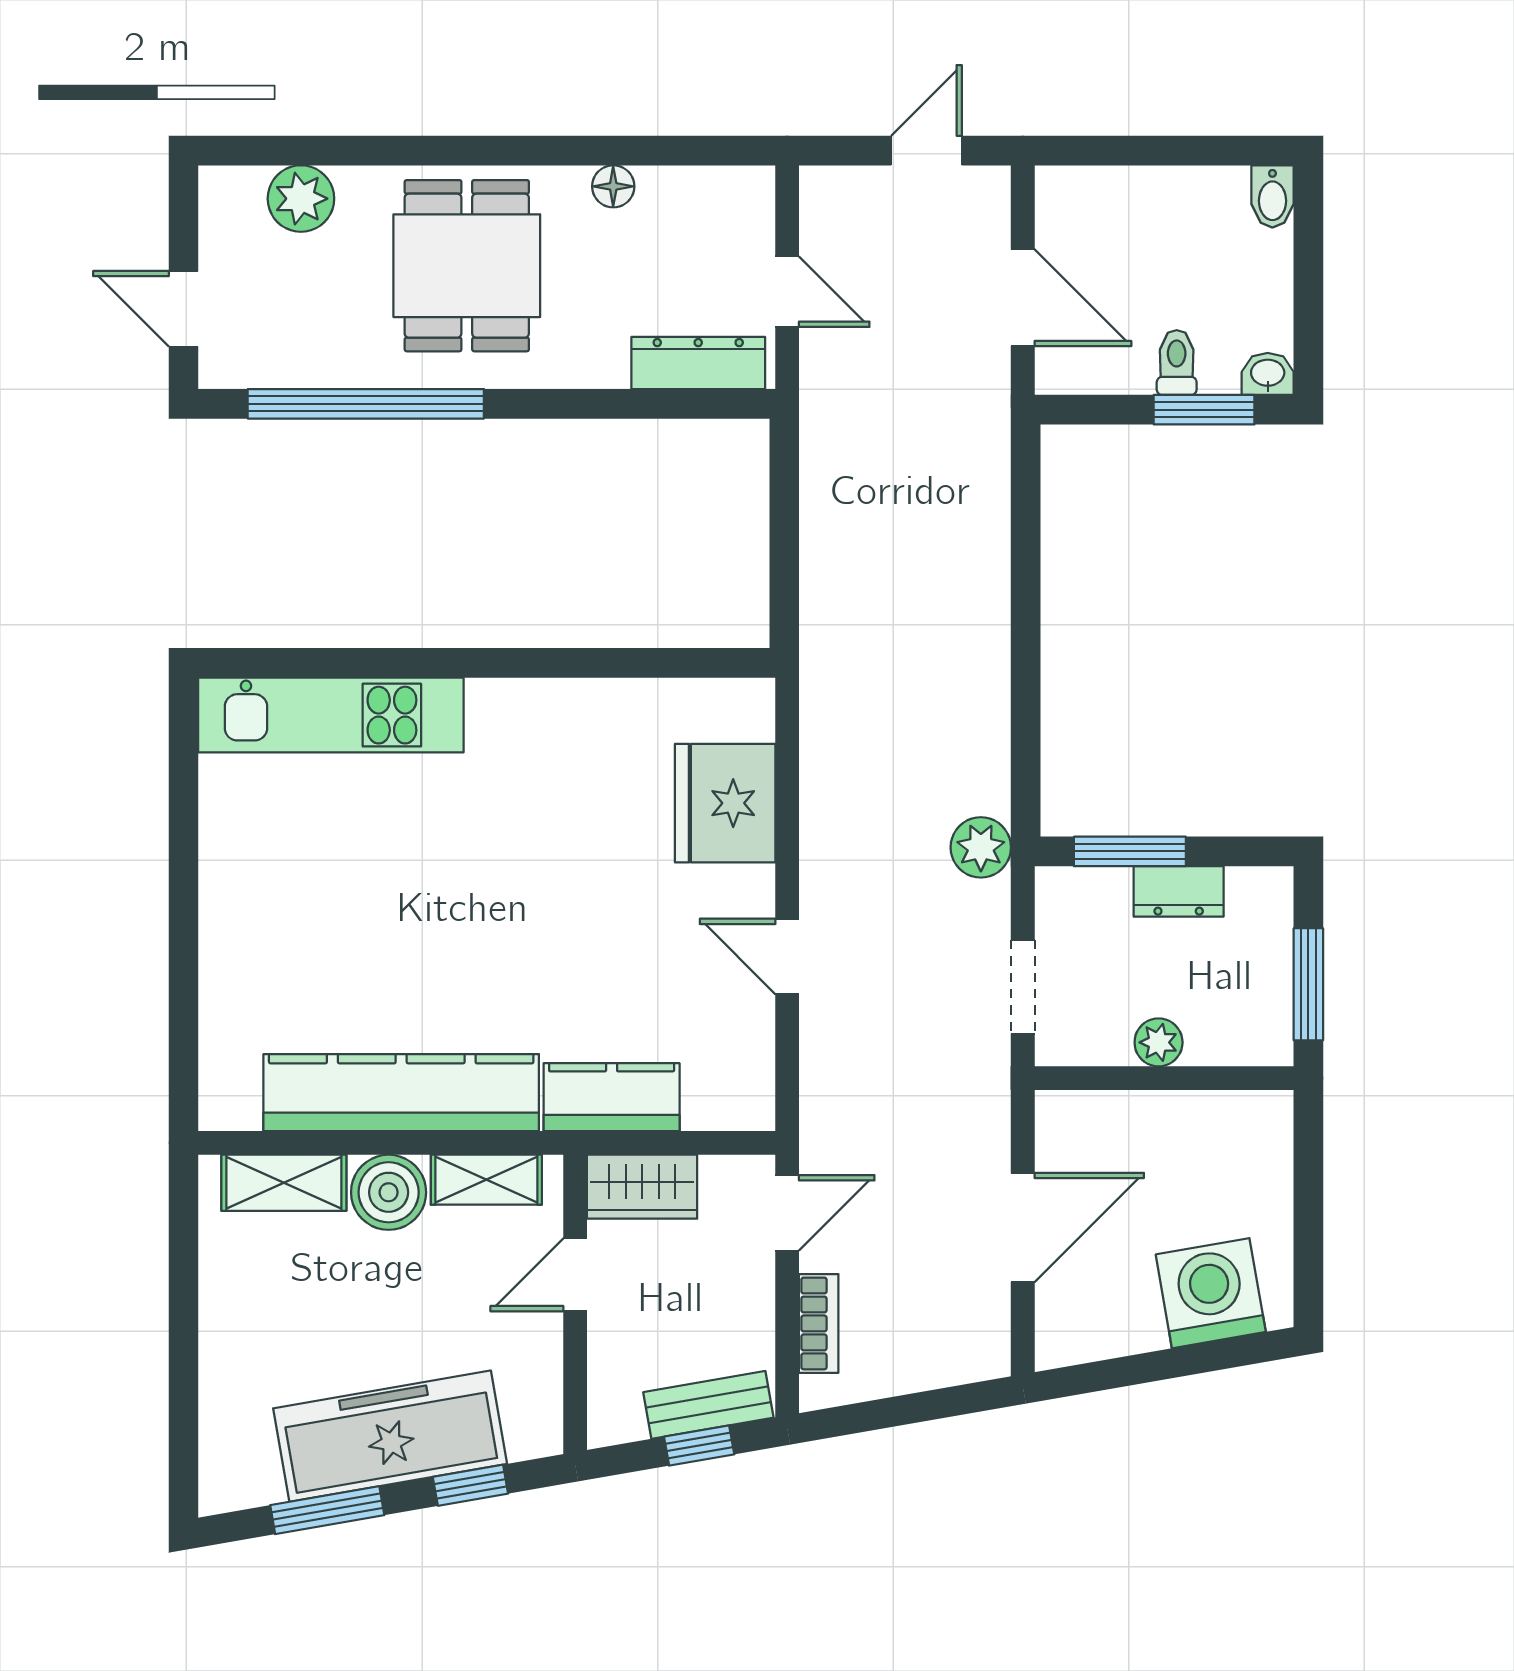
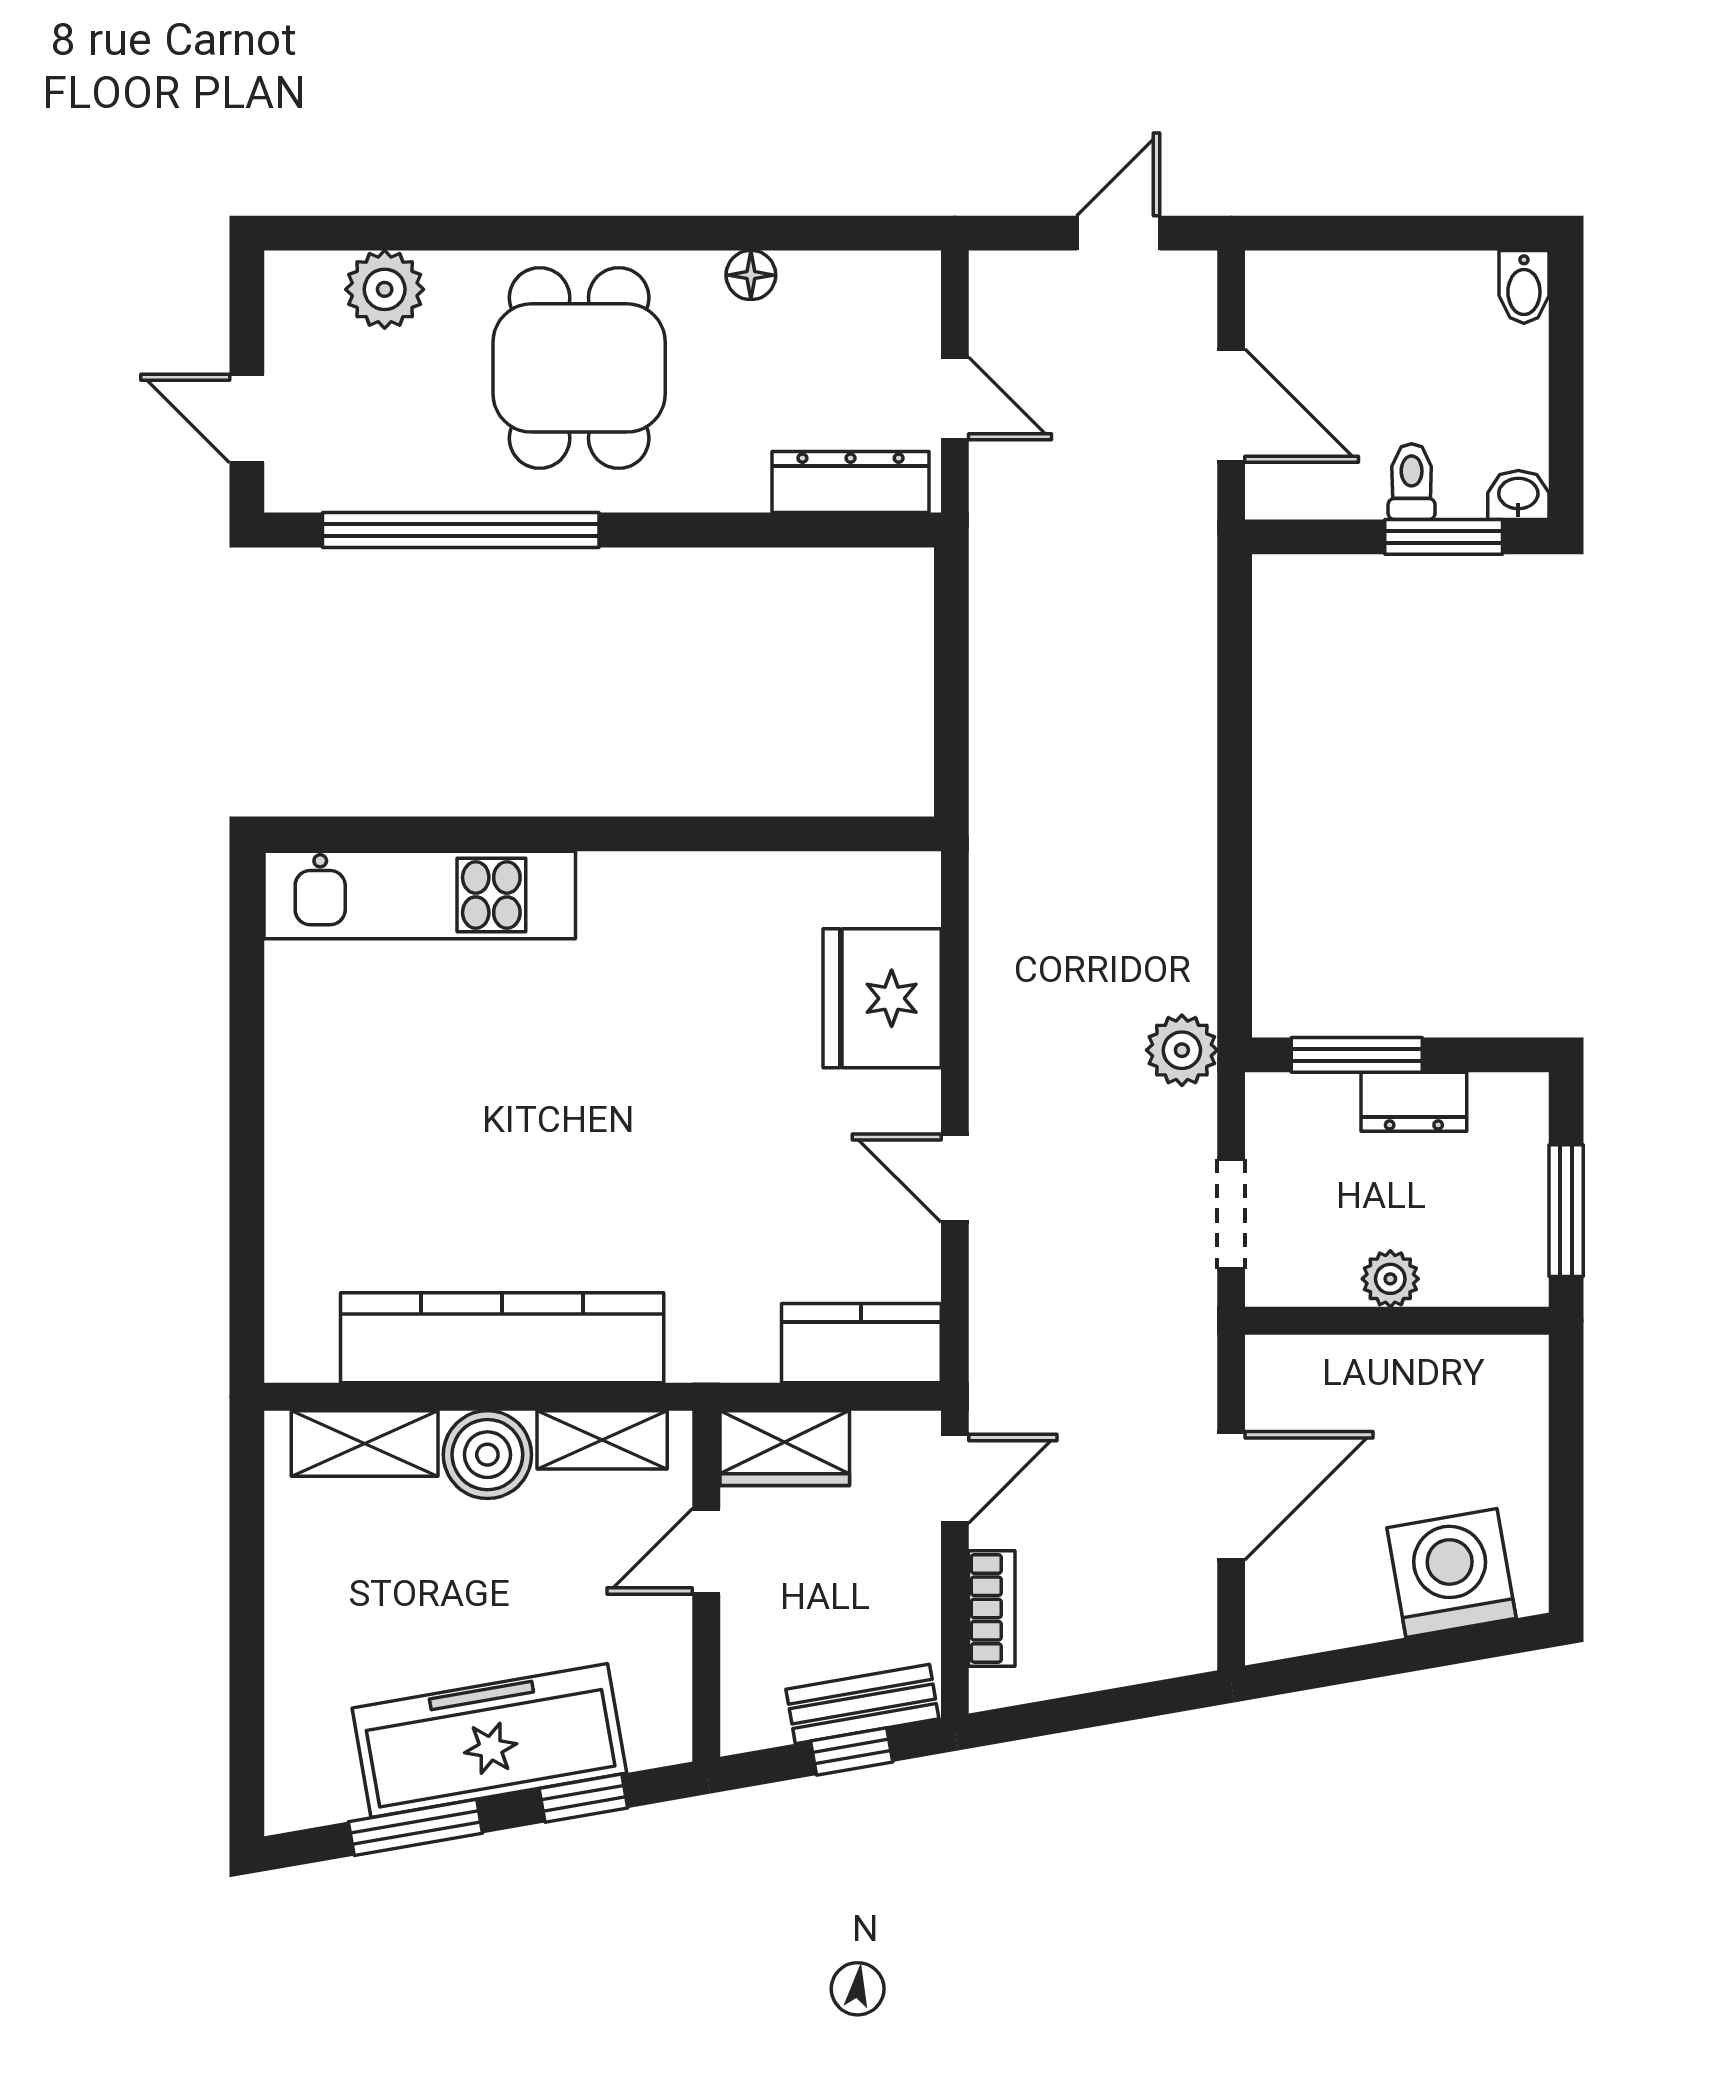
kitchen counter: (612, 1097) -> (861, 1343), moved

